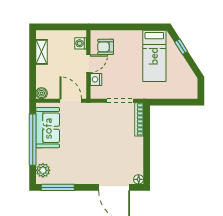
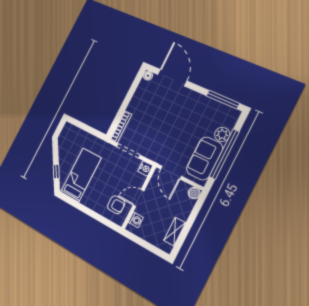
nightstand: (96, 79) -> (145, 168), moved
plant: (43, 170) -> (222, 134), moved

